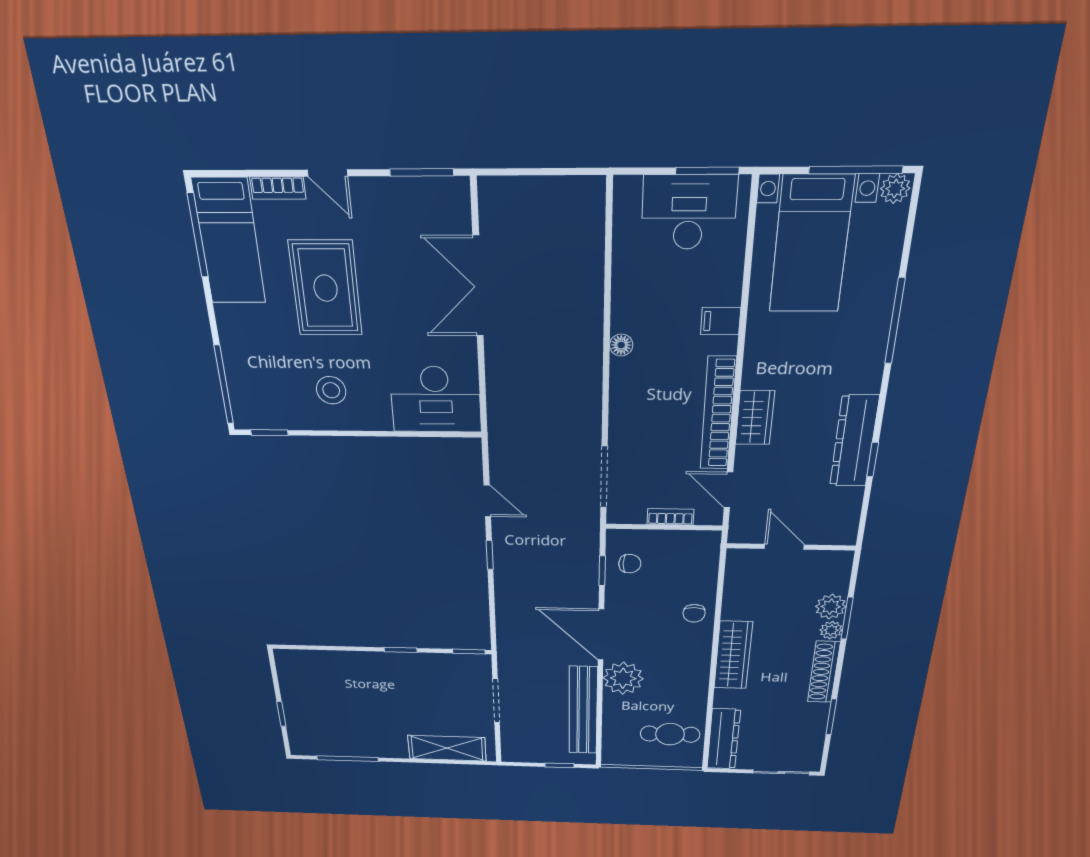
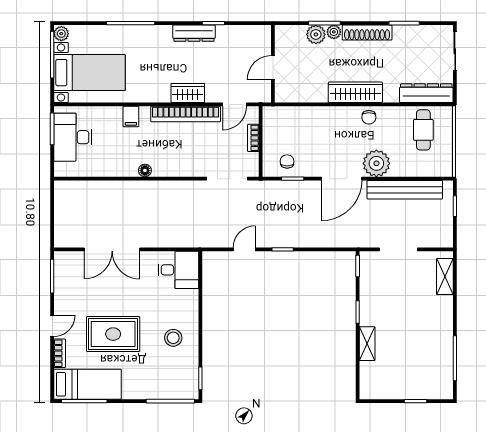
desk: (436, 400) -> (178, 270), width x0.73
dresser: (854, 441) -> (194, 33), width x0.73, depth x0.80
chair: (694, 613) -> (369, 117), moved, turned 90
shelving: (355, 660) -> (367, 344), added
shelving: (447, 748) -> (445, 277), width x0.67, depth x0.75

